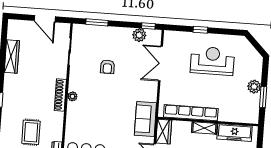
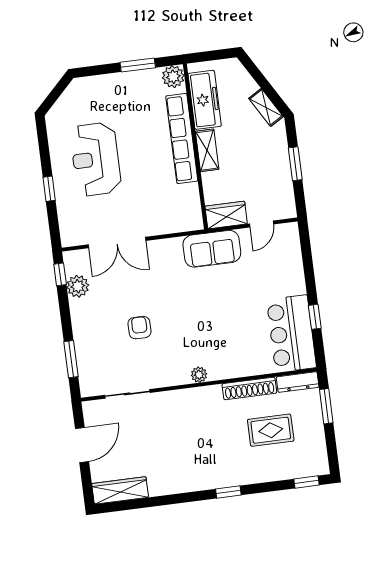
wardrobe: (12, 57) -> (120, 490), moved
armchair: (107, 67) -> (139, 328), turned -90
plant: (254, 87) -> (173, 77), moved
shoe rack: (60, 95) -> (249, 388), moved
row of seats: (191, 113) -> (182, 138), moved

